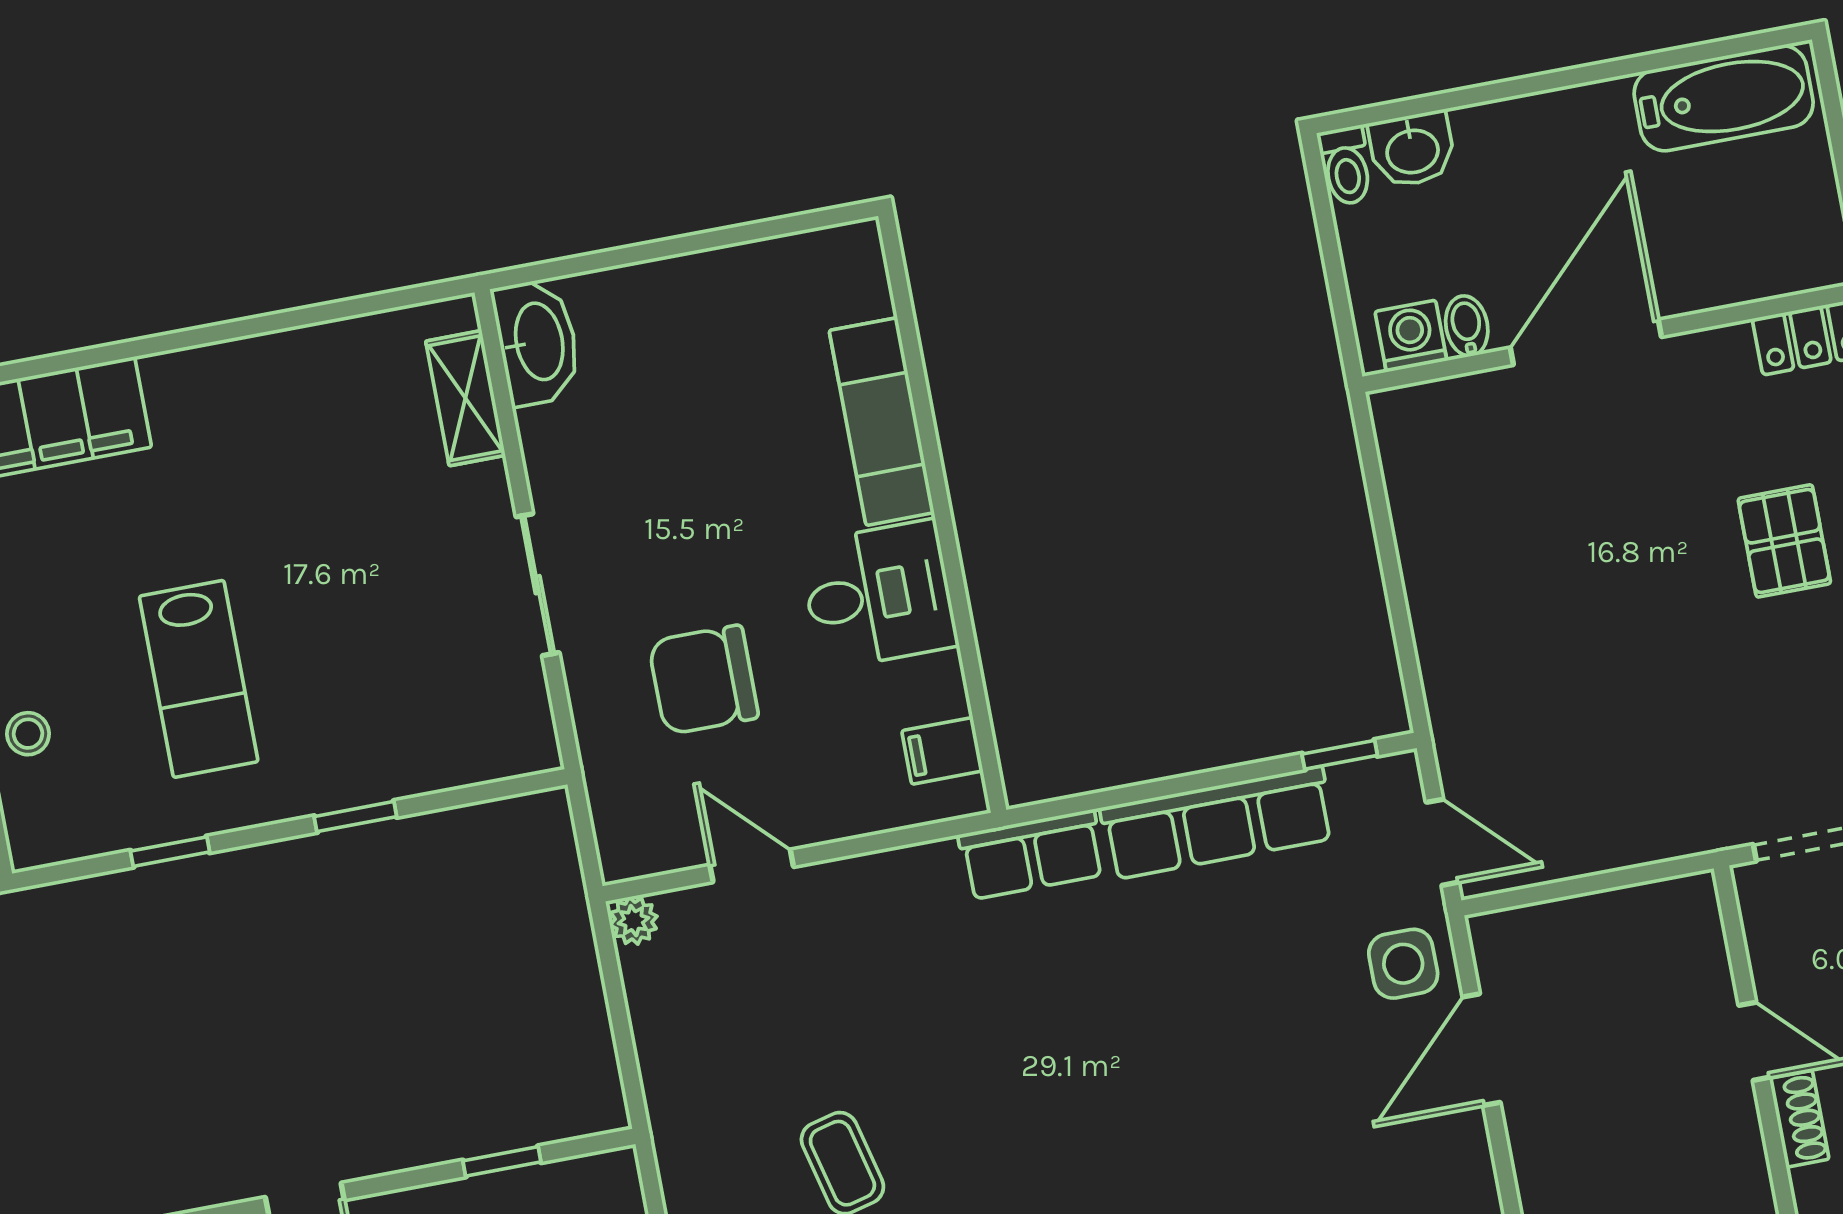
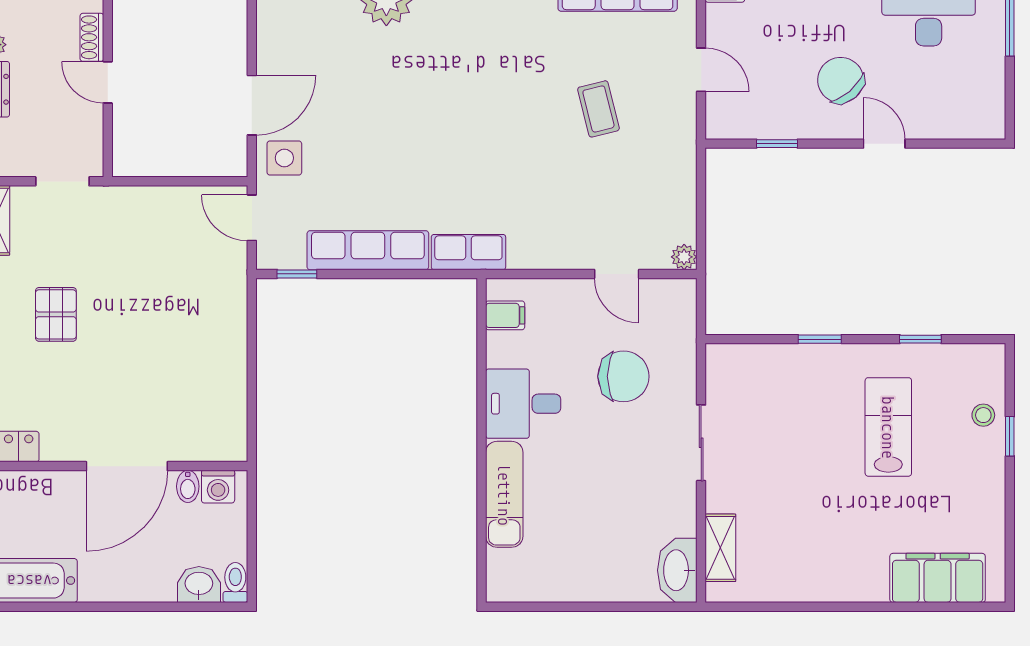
pallet: (1784, 541) -> (56, 314), moved

